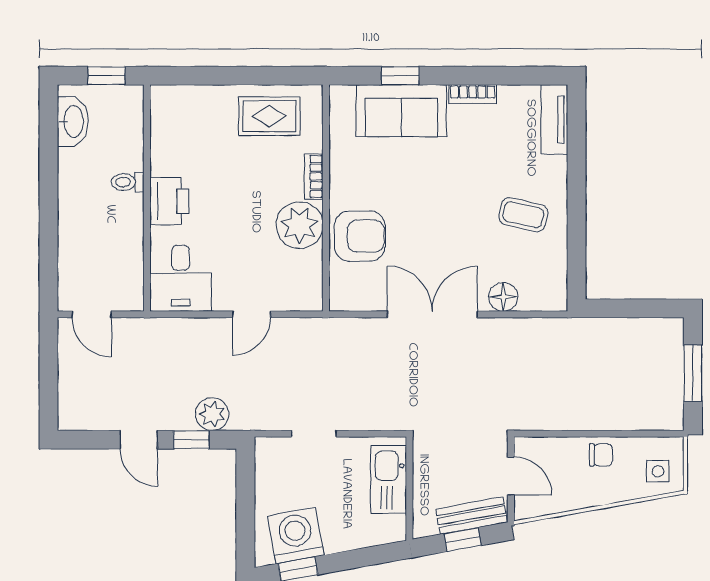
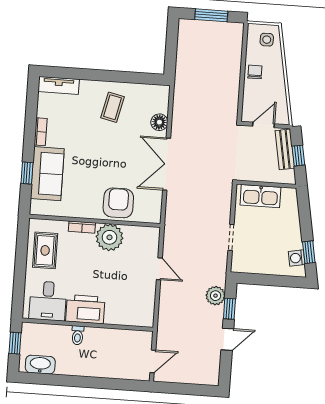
printer: (169, 201) -> (85, 309), width x1.37, depth x1.19
desk: (181, 278) -> (48, 301), moved, turned 90
washing machine: (296, 536) -> (297, 258), width x0.53, depth x0.53

